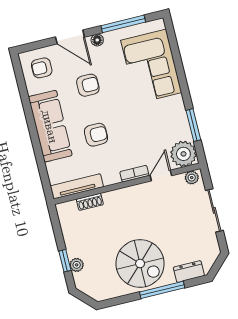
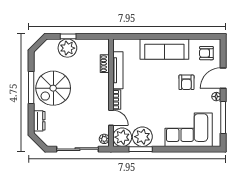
armchair: (42, 68) -> (206, 53), turned -90
plant: (176, 127) -> (142, 137), added
armchair: (96, 135) -> (151, 80), removed
tv unit: (77, 186) -> (118, 70), moved
sliding door: (214, 210) -> (77, 149), width x1.37
plant: (77, 265) -> (67, 48), width x1.88, depth x1.88
window: (162, 290) -> (31, 88), moved

